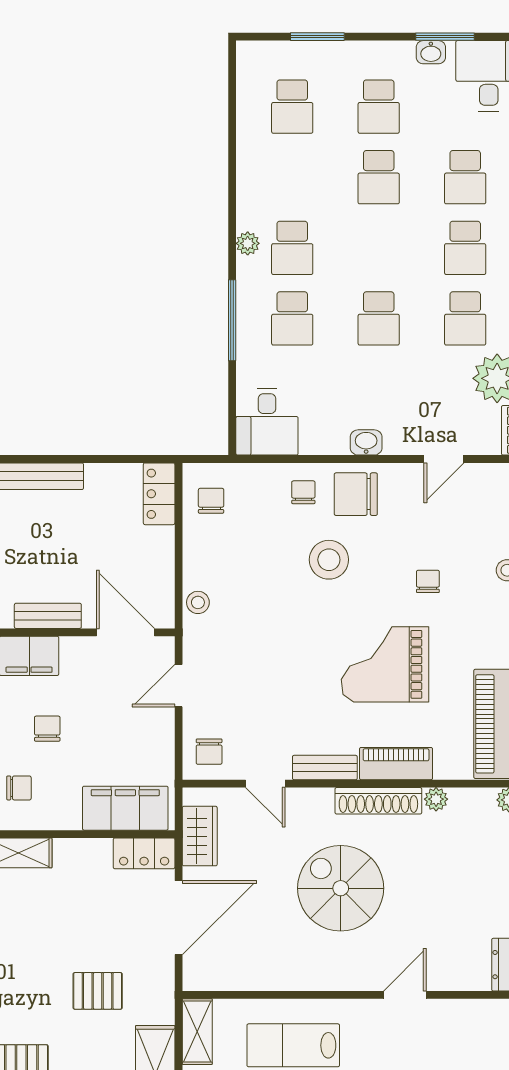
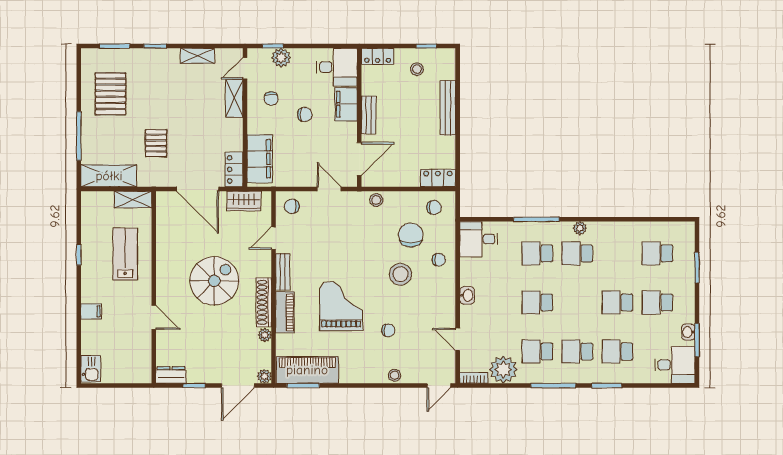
chair: (356, 494) -> (411, 235), moved

